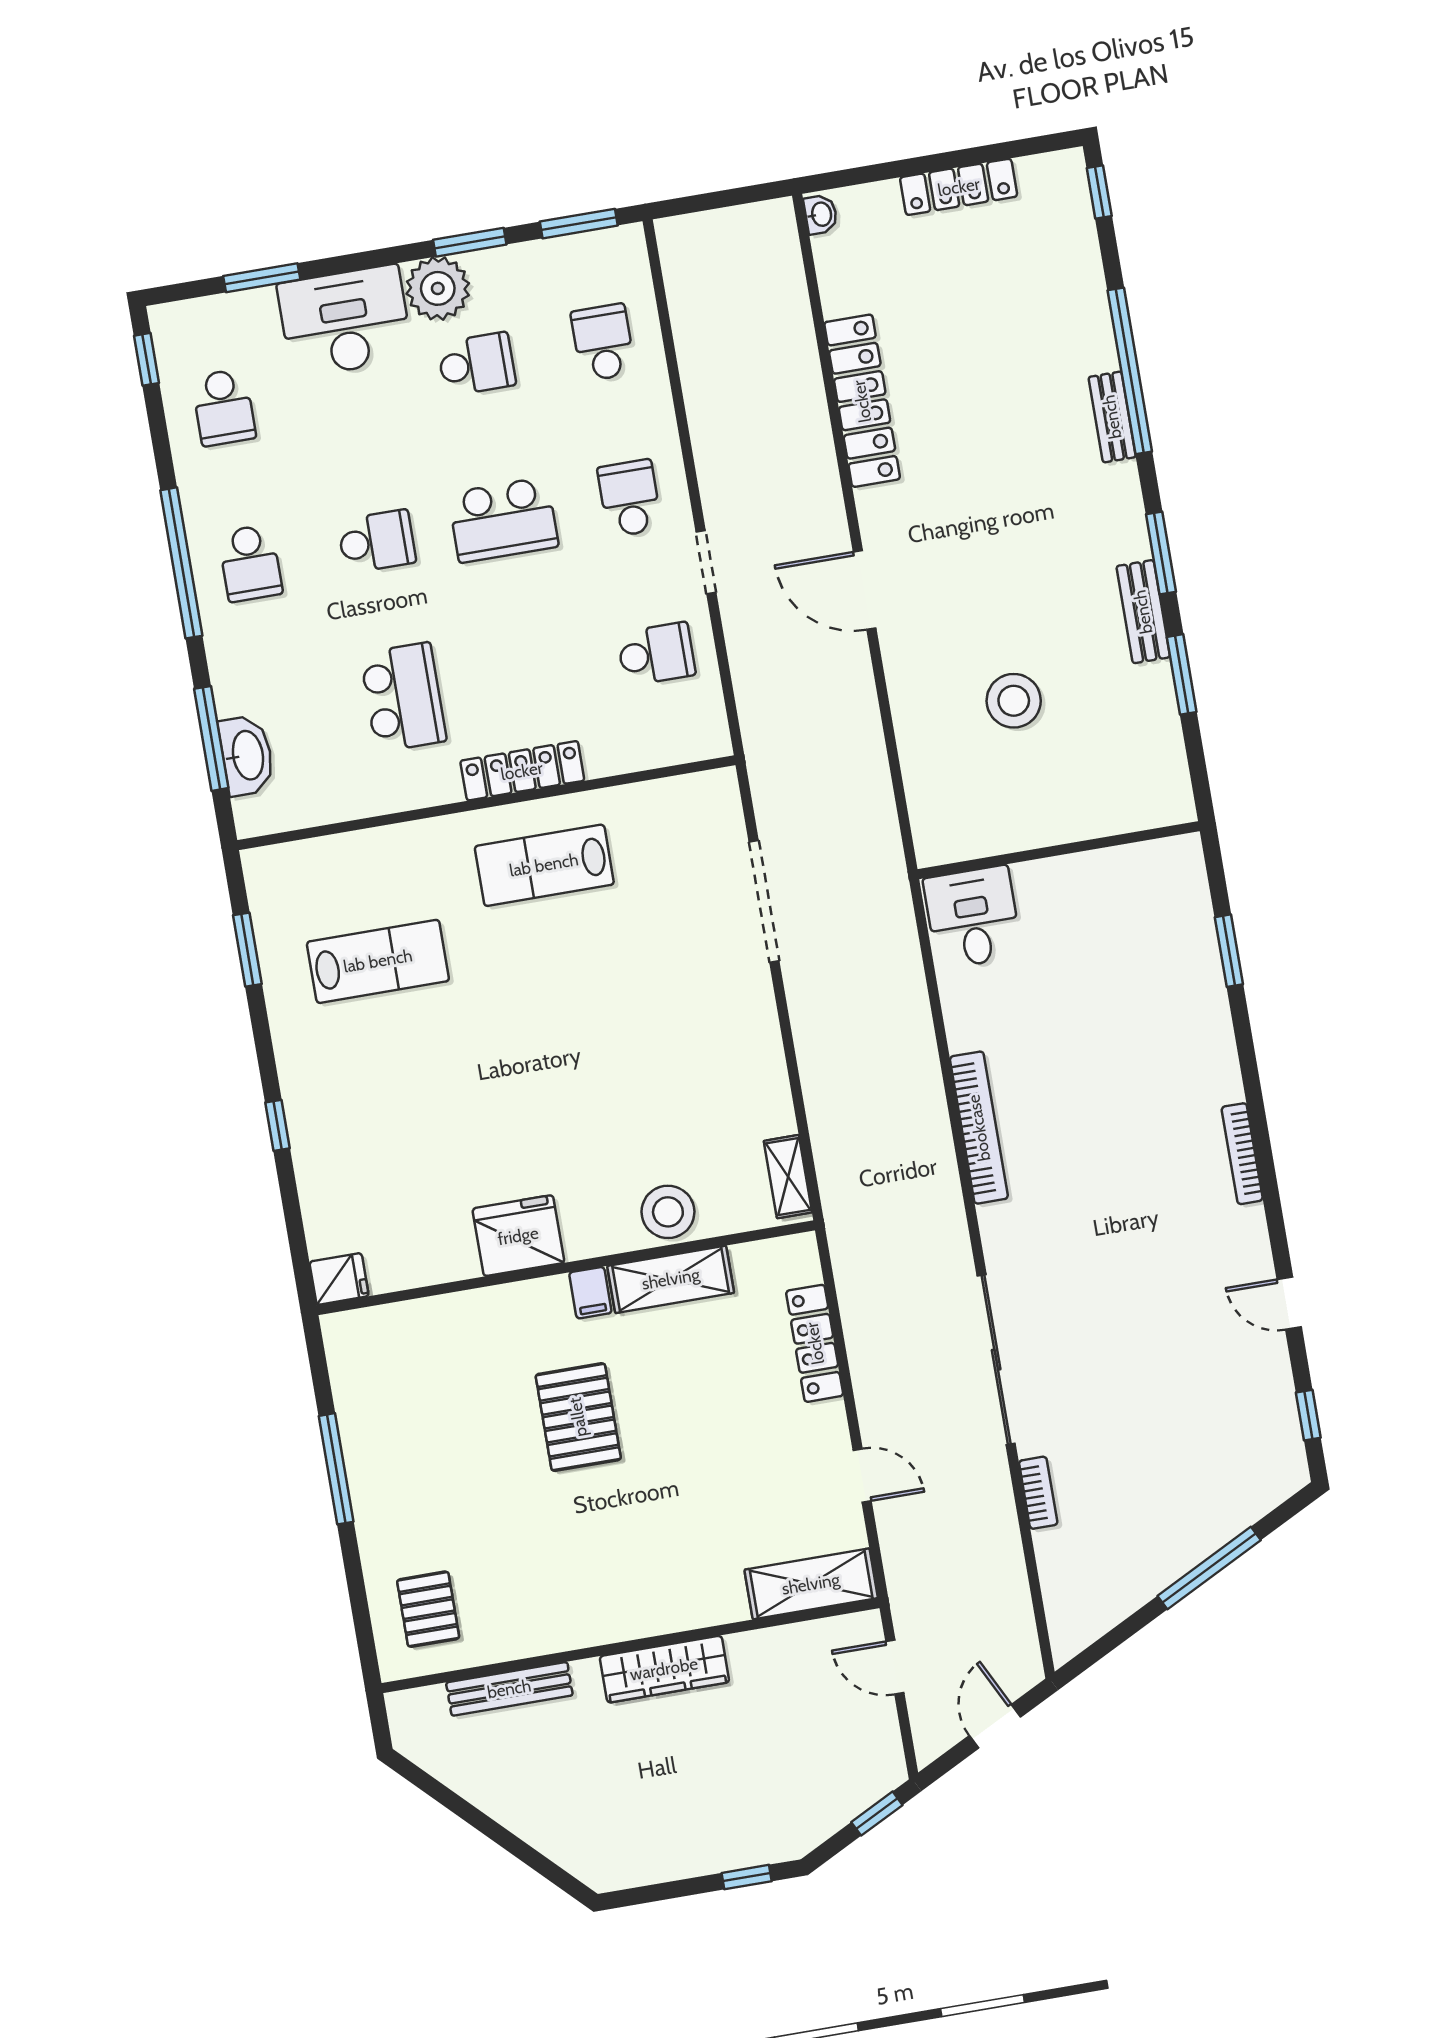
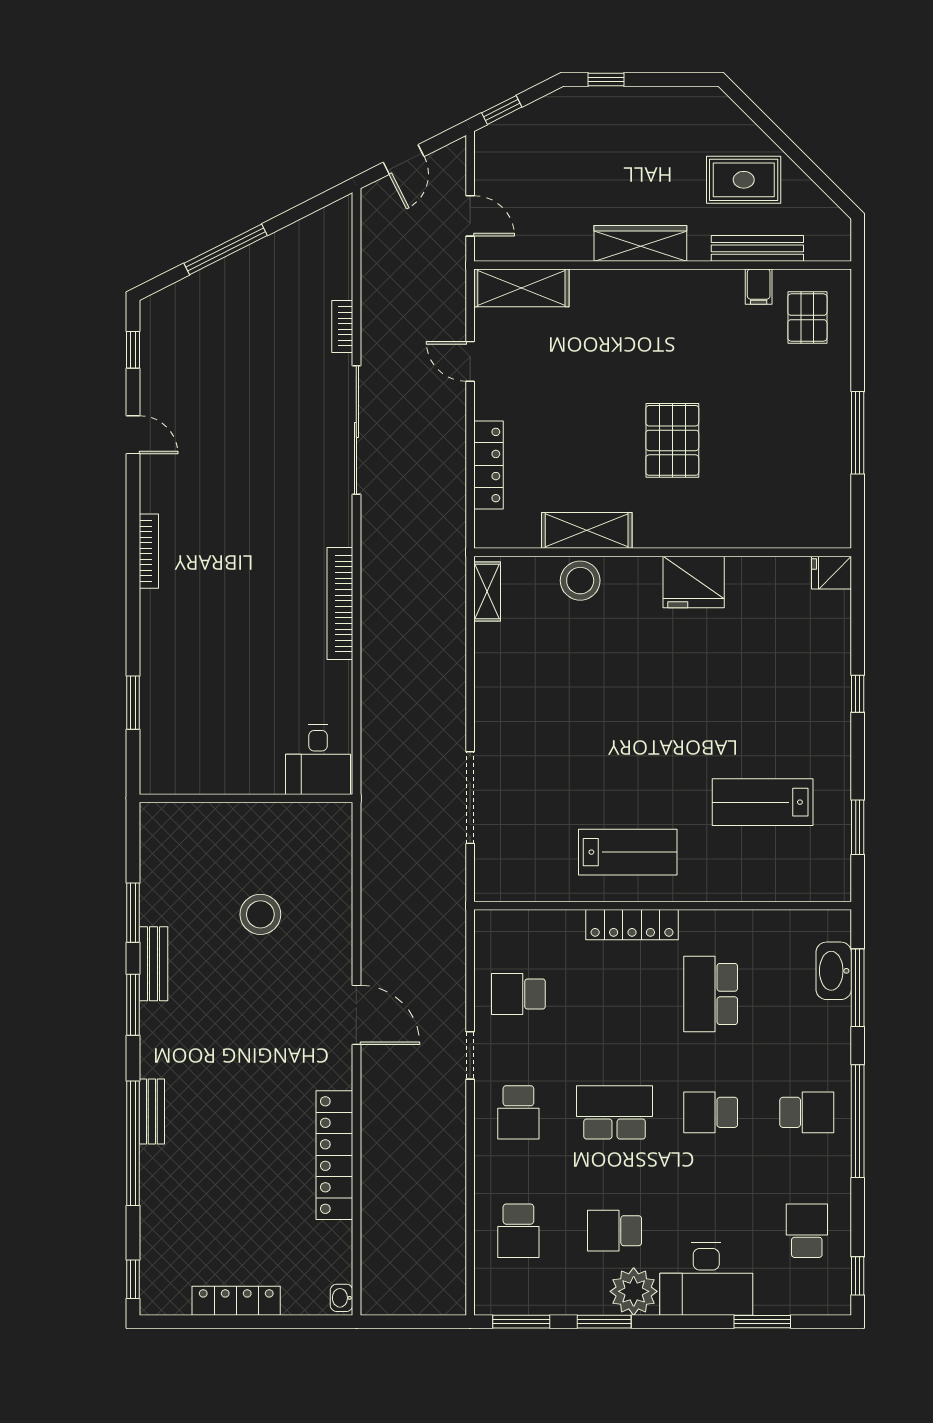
school desk: (250, 563) -> (807, 1112), turned 90
filing cabinet: (590, 1293) -> (759, 287), moved, turned 180
rug: (543, 1776) -> (744, 180), added

